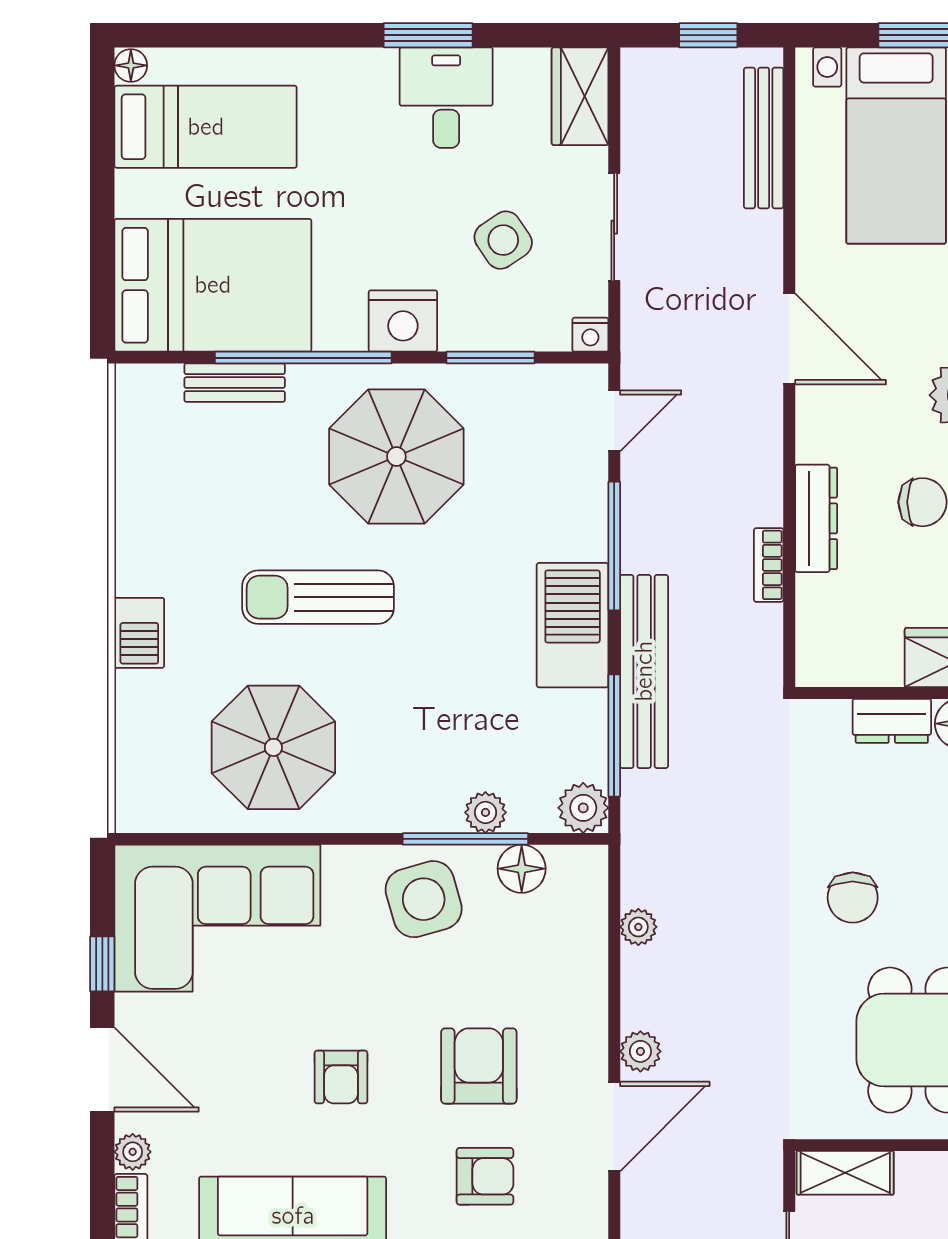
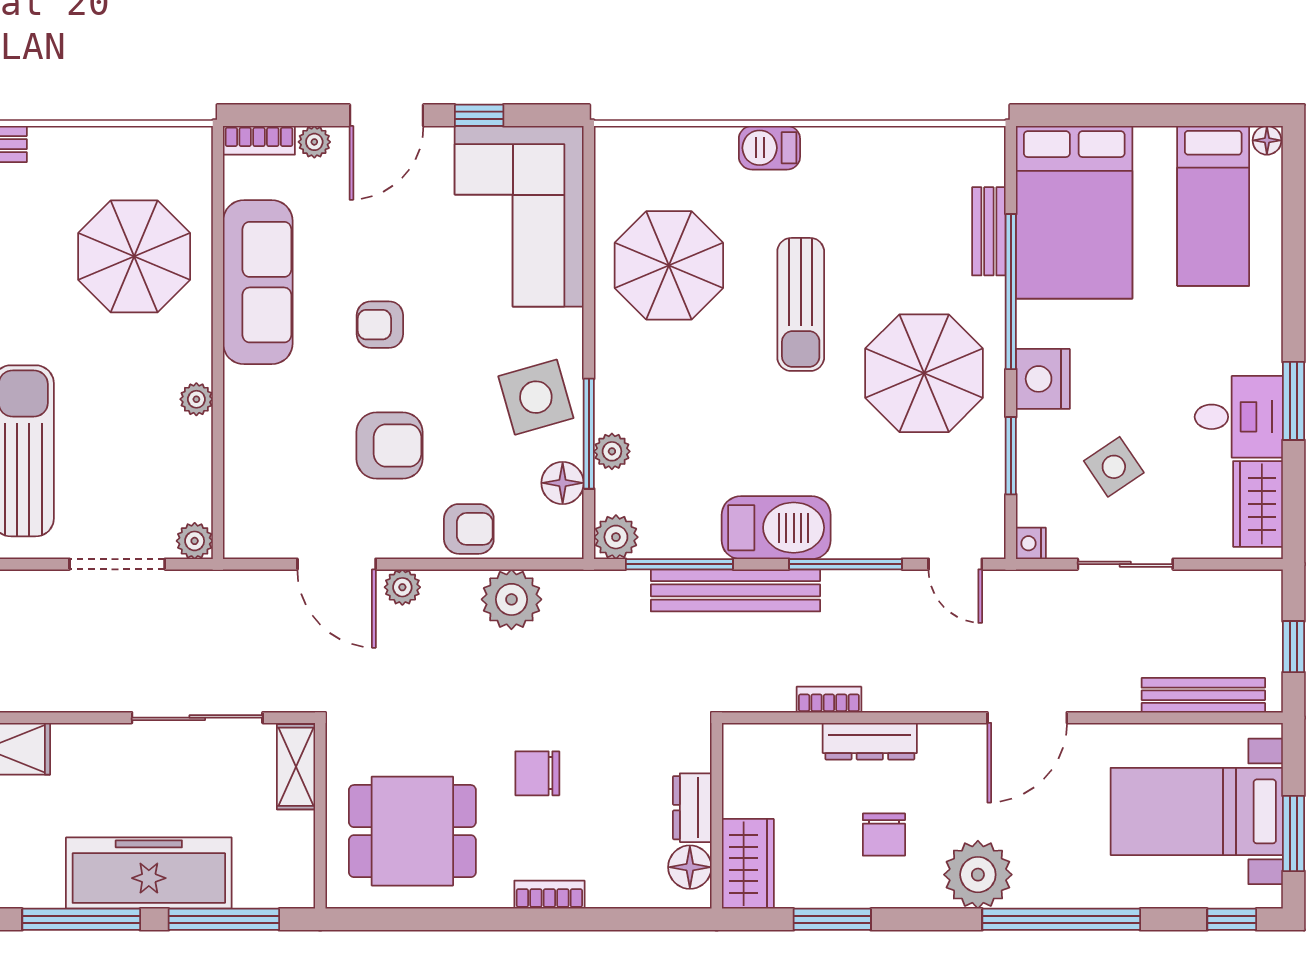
wardrobe: (580, 96) -> (1258, 504), moved, turned -90
sun lounger: (318, 597) -> (801, 304), turned 180
plant: (638, 927) -> (511, 599), width x1.88, depth x1.88
armchair: (485, 1176) -> (469, 529), moved, turned -90

